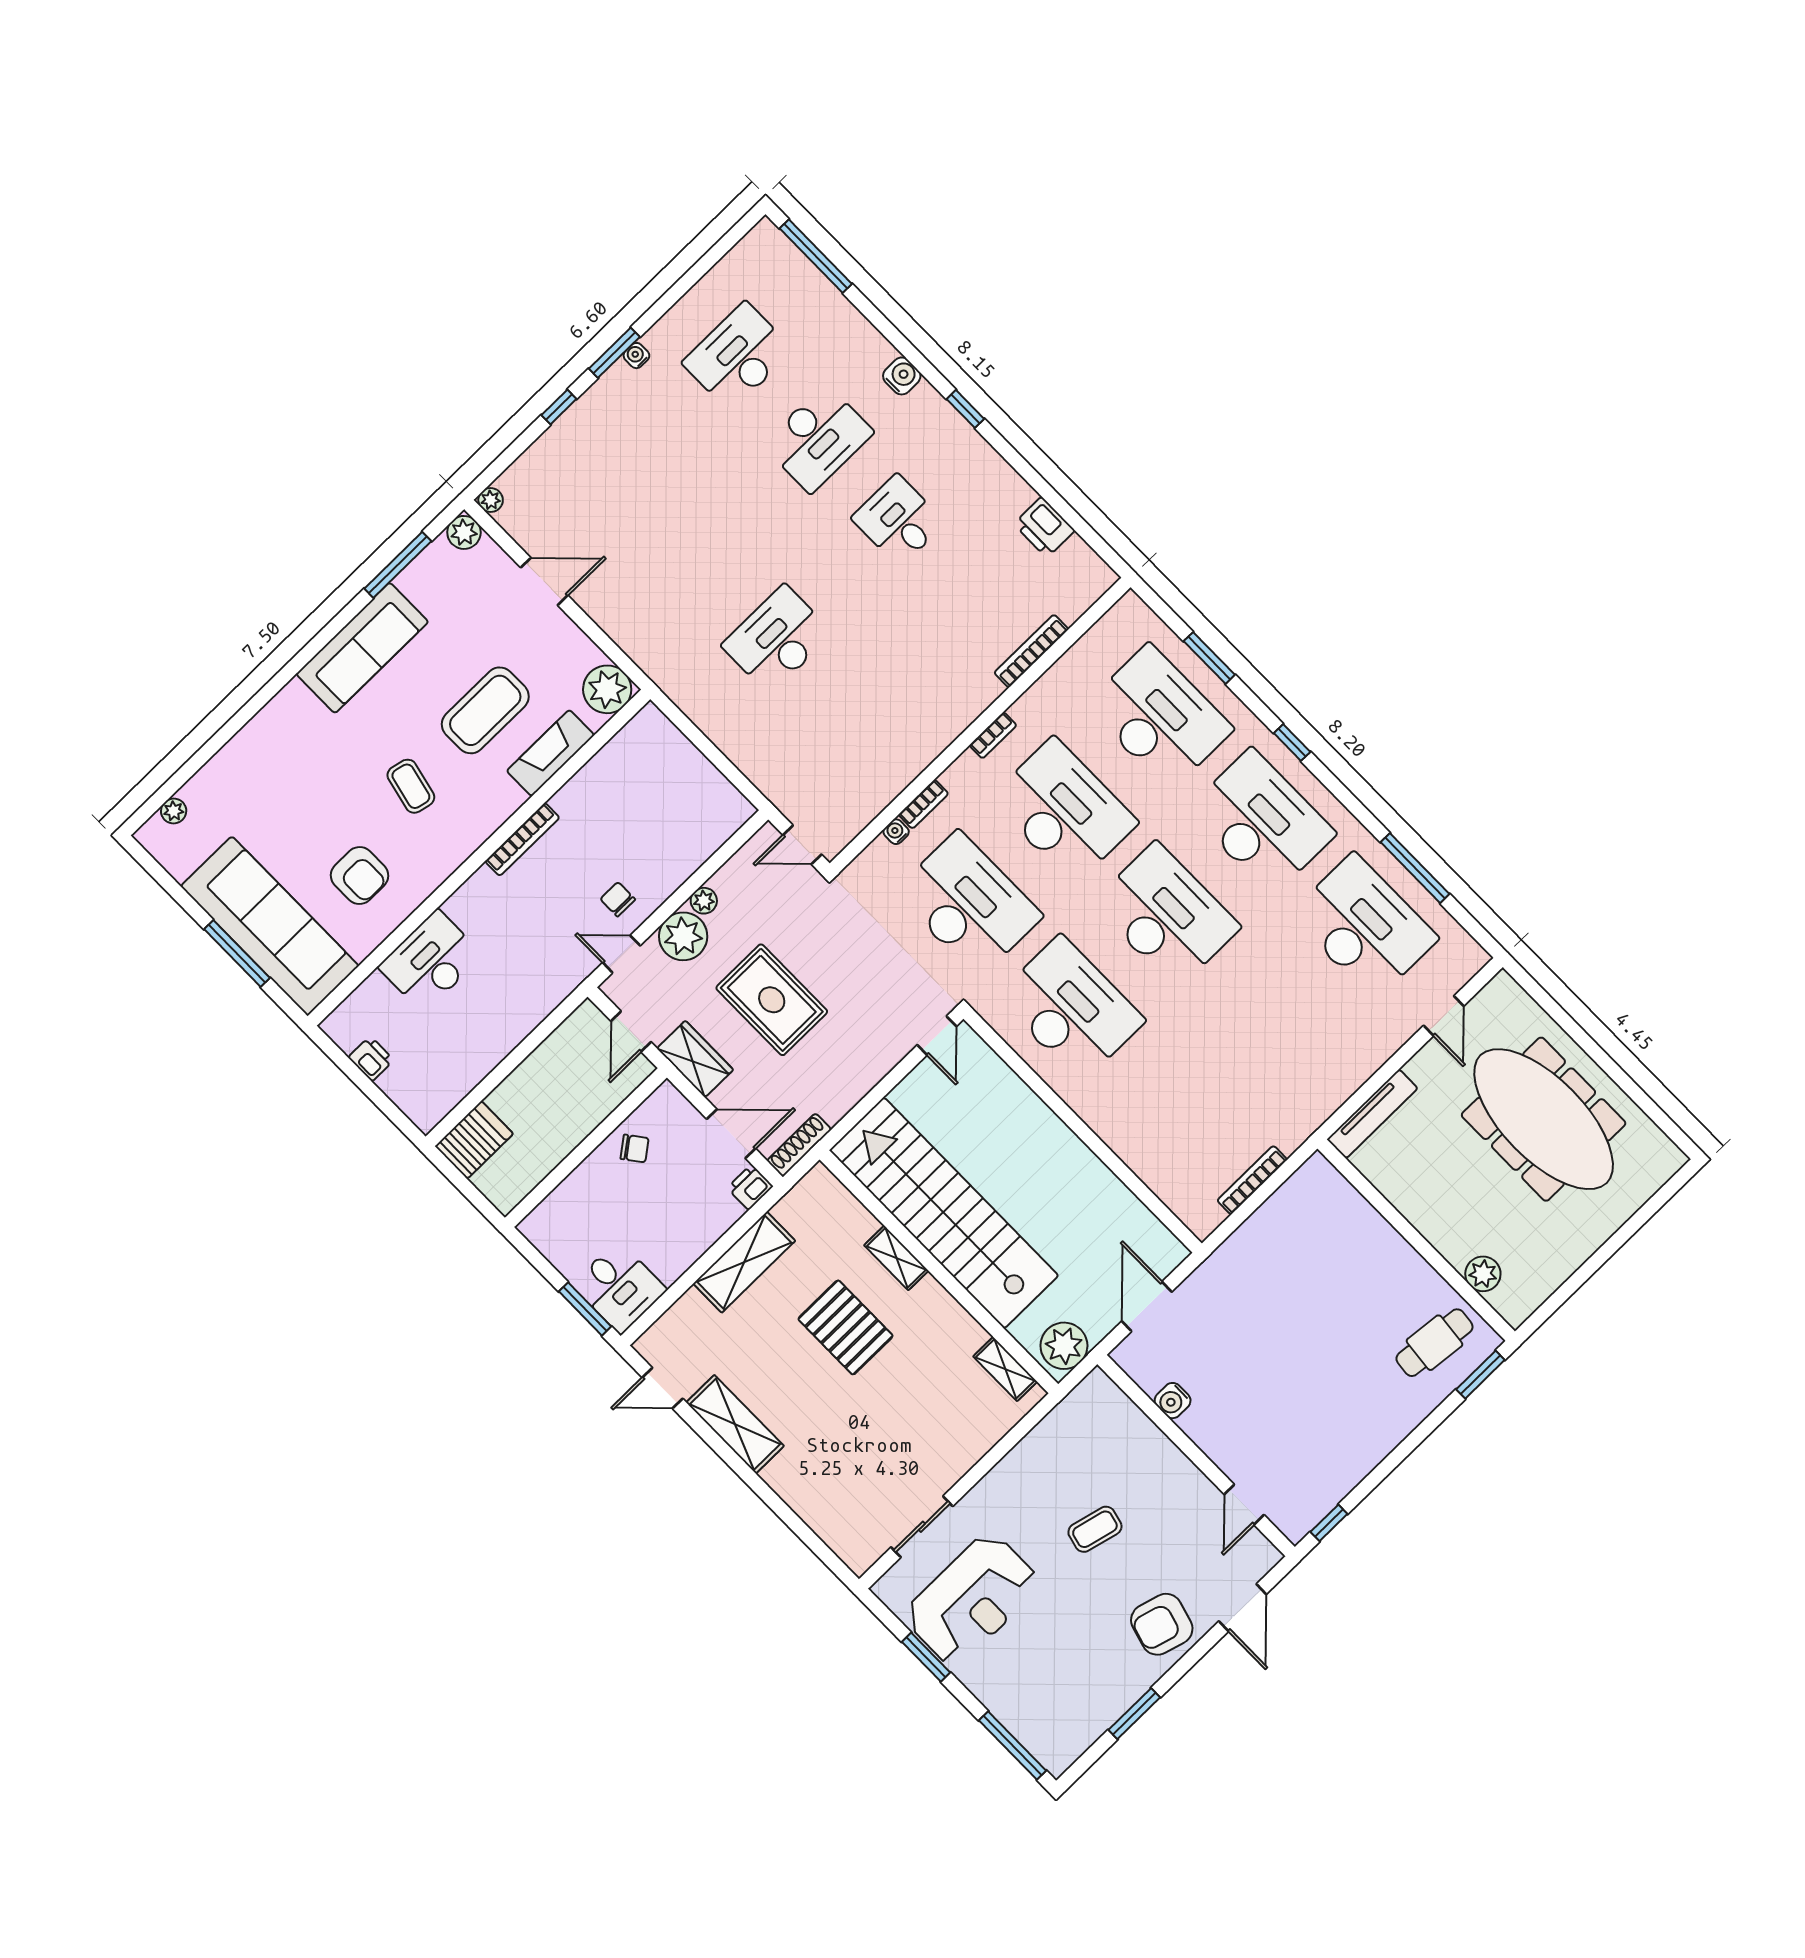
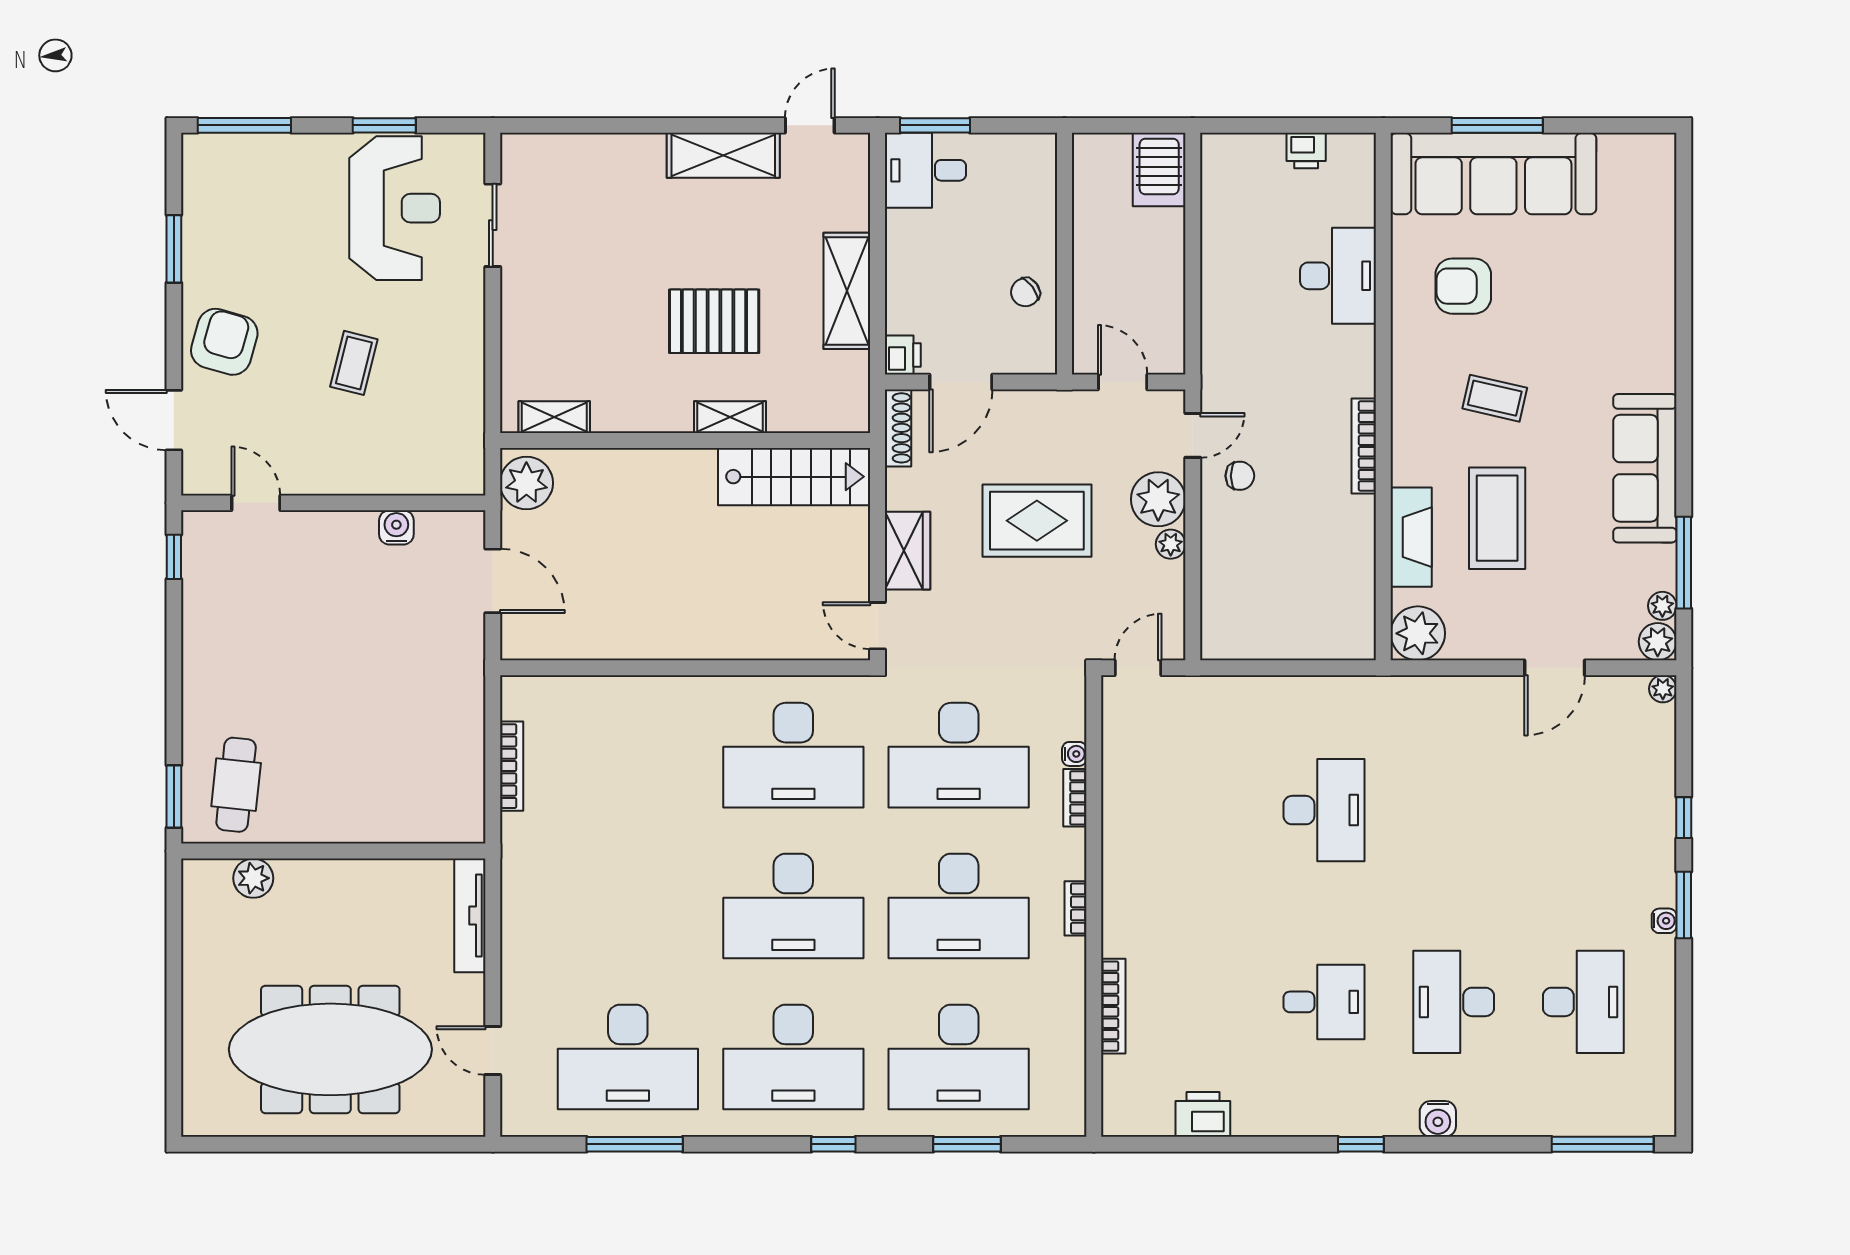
plant: (174, 811) -> (1662, 606), moved
wardrobe: (695, 1059) -> (907, 551), moved, turned -90
stairs: (944, 1213) -> (794, 477), width x0.54, depth x0.66
reception desk: (972, 1599) -> (395, 208), turned 180

